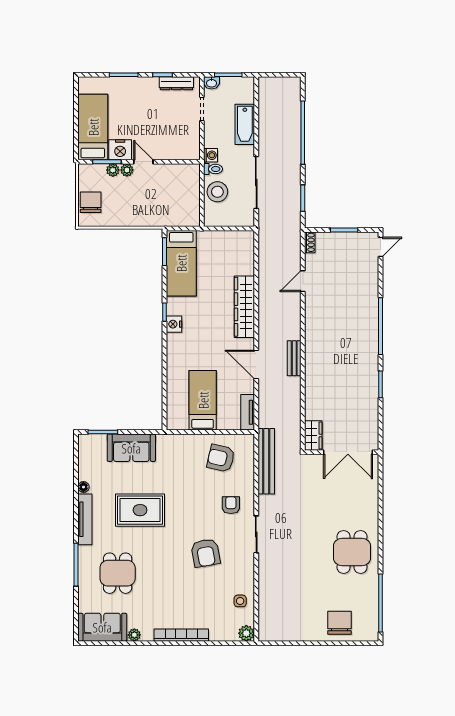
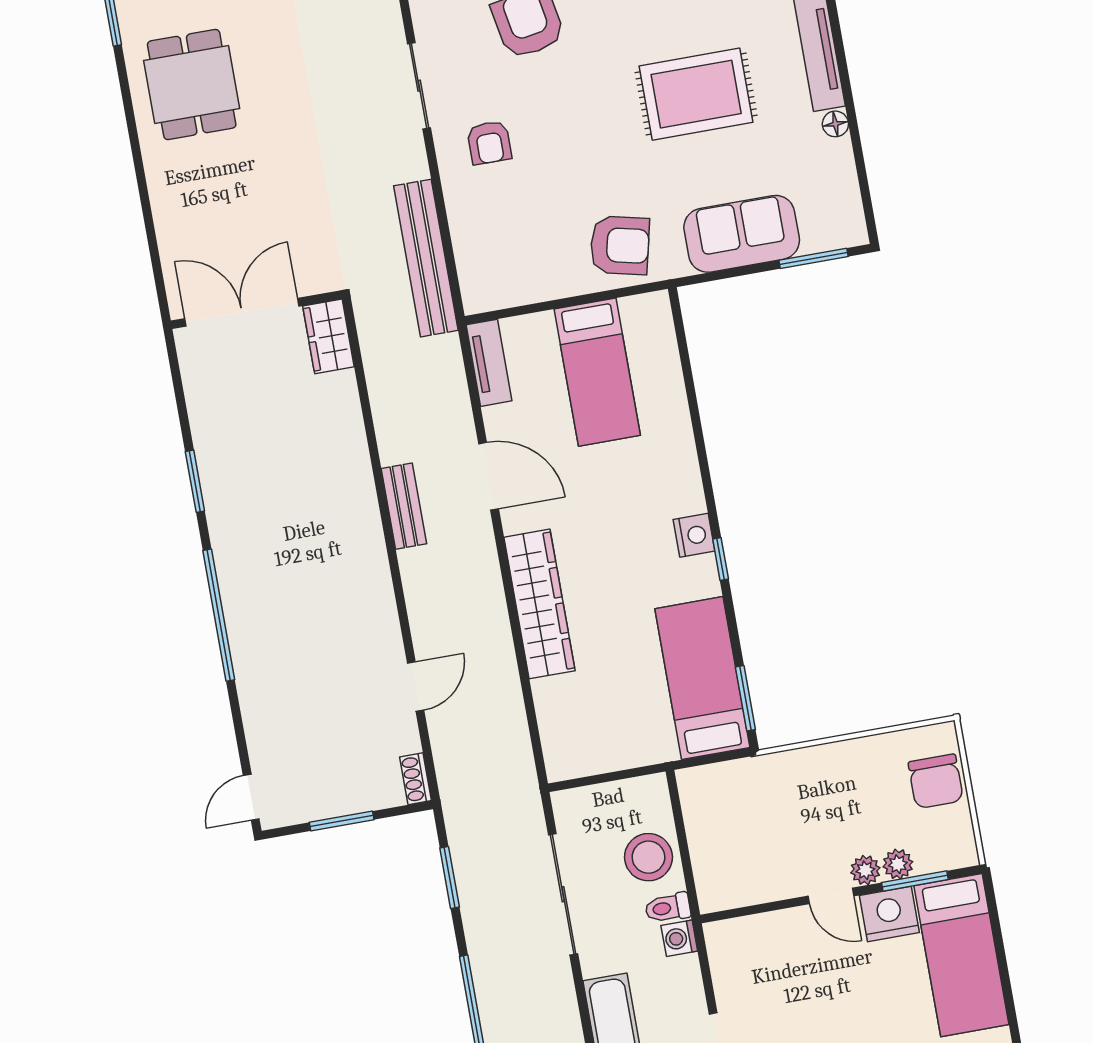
armchair: (221, 458) -> (620, 245), moved

